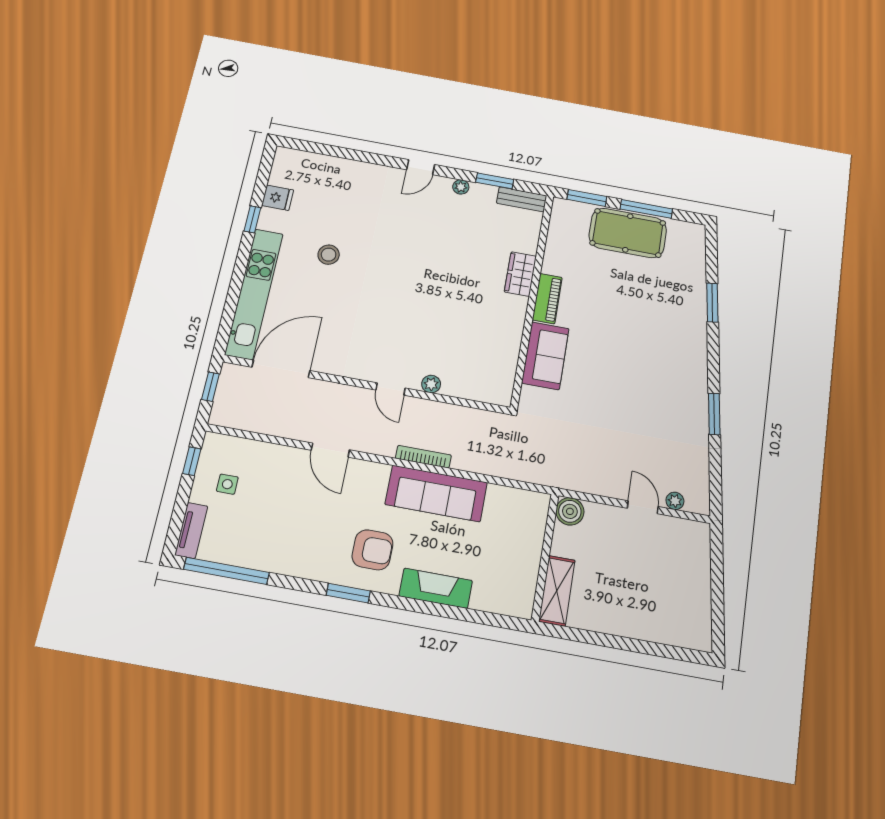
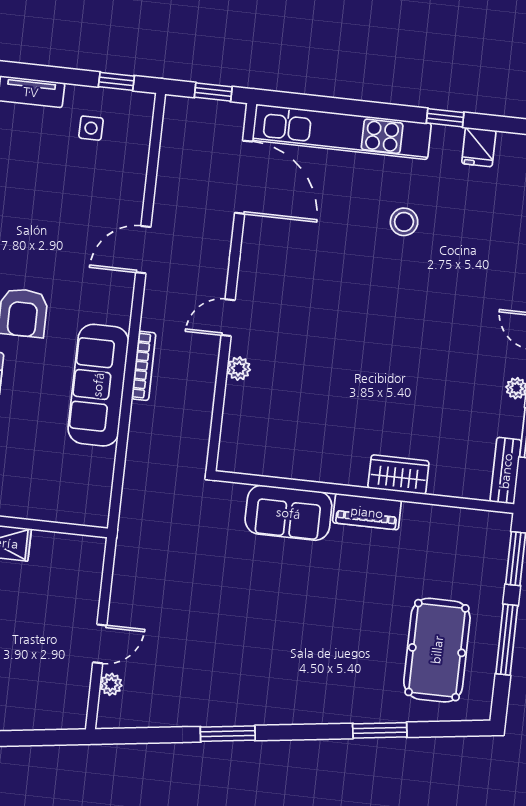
pool table: (628, 233) -> (437, 650), moved
boiler: (570, 511) -> (88, 553), removed

